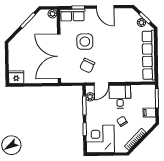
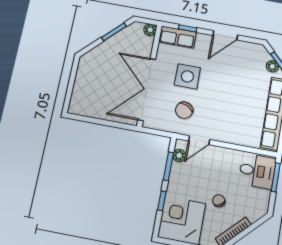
door: (105, 7) -> (225, 35), hinge flipped
fridge: (16, 77) -> (79, 106), removed
desk: (120, 97) -> (257, 171), moved, turned 90
filing cabinet: (149, 113) -> (261, 196), removed

